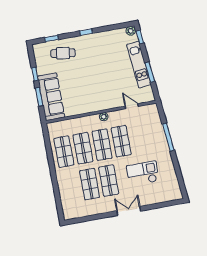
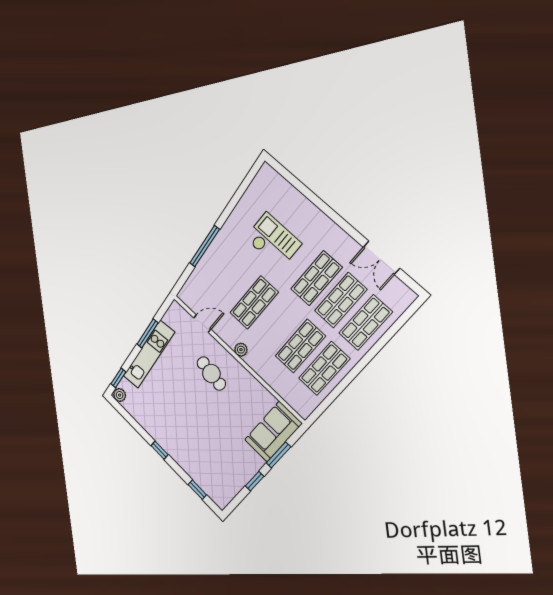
cafe table: (63, 53) -> (211, 374), moved
sofa: (51, 97) -> (273, 432), width x0.73
door: (132, 106) -> (202, 324), swing flipped
shop shelf: (102, 145) -> (366, 323), moved
checkout: (143, 173) -> (273, 241), turned 180
double door: (129, 211) -> (381, 258), moved

